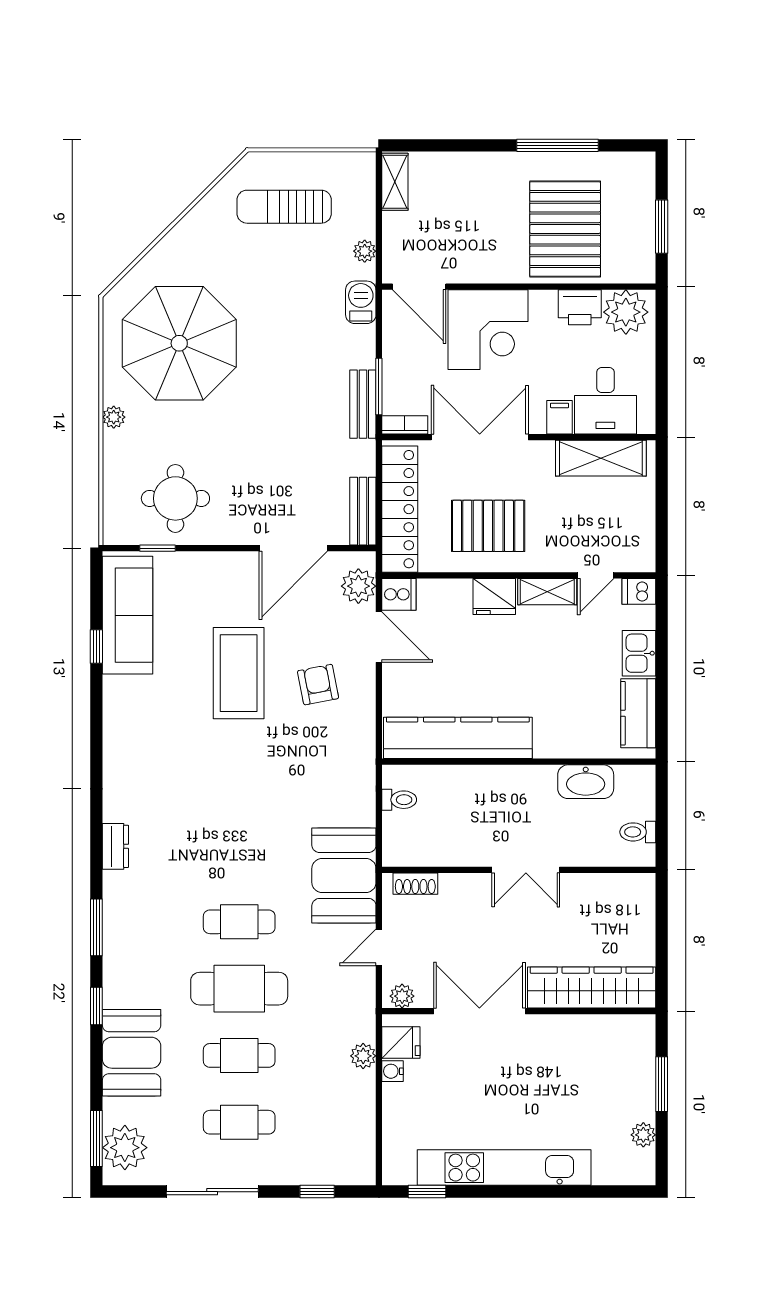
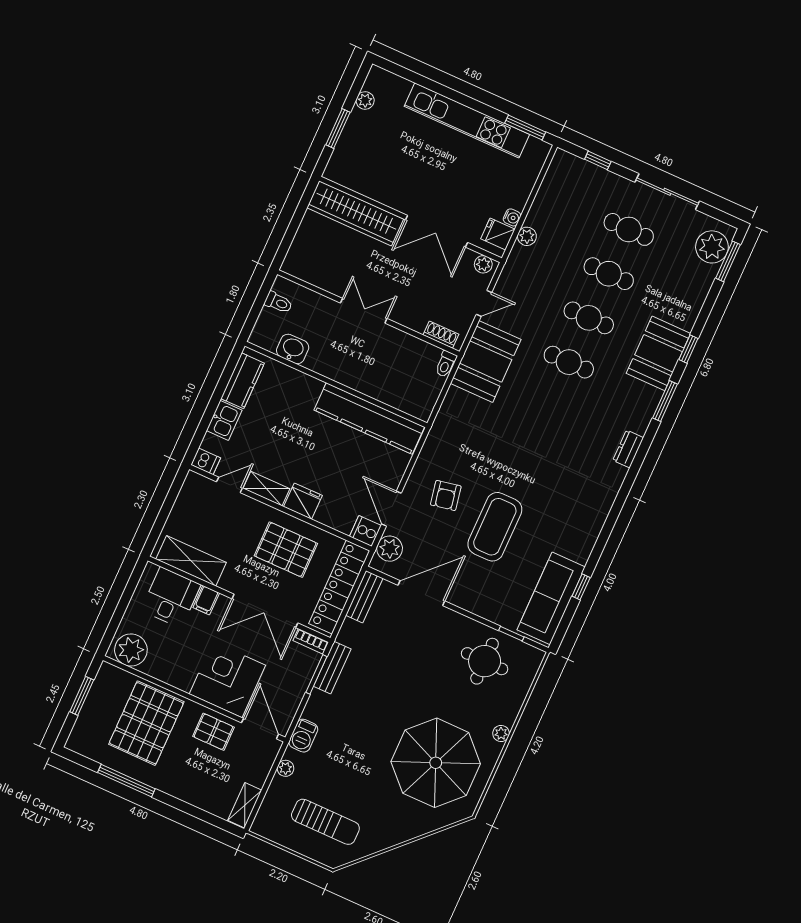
pallet: (476, 256) -> (213, 732), added
printer: (580, 307) -> (160, 667), removed
washbasin: (586, 782) -> (293, 349), width x0.72
toilet: (399, 800) -> (446, 364), moved, turned -90
cafe table: (239, 989) -> (589, 318), width x0.73, depth x0.74
booth: (132, 1053) -> (658, 353), moved
window: (427, 1192) -> (525, 128), width x1.50

